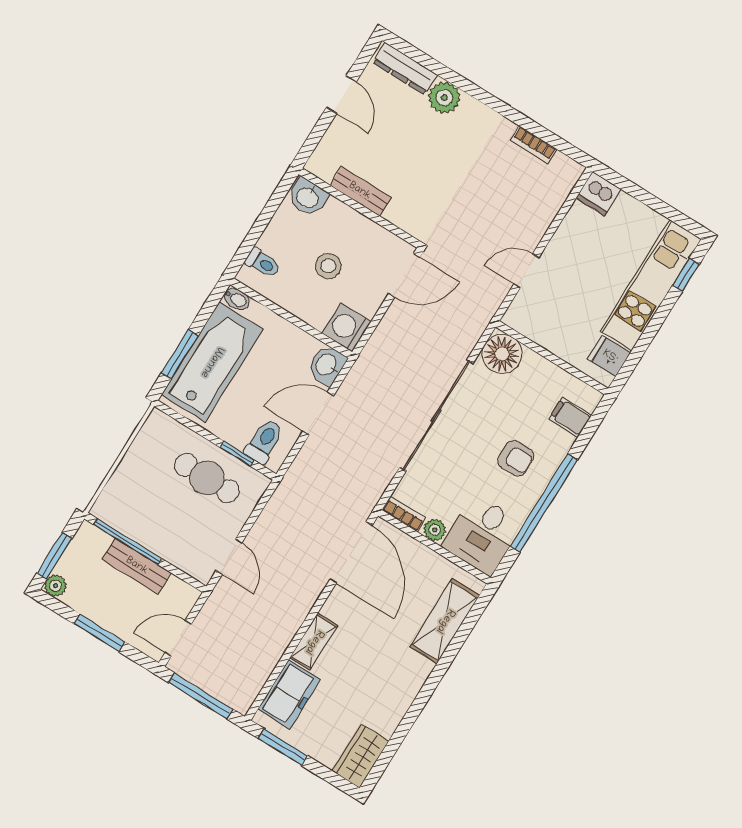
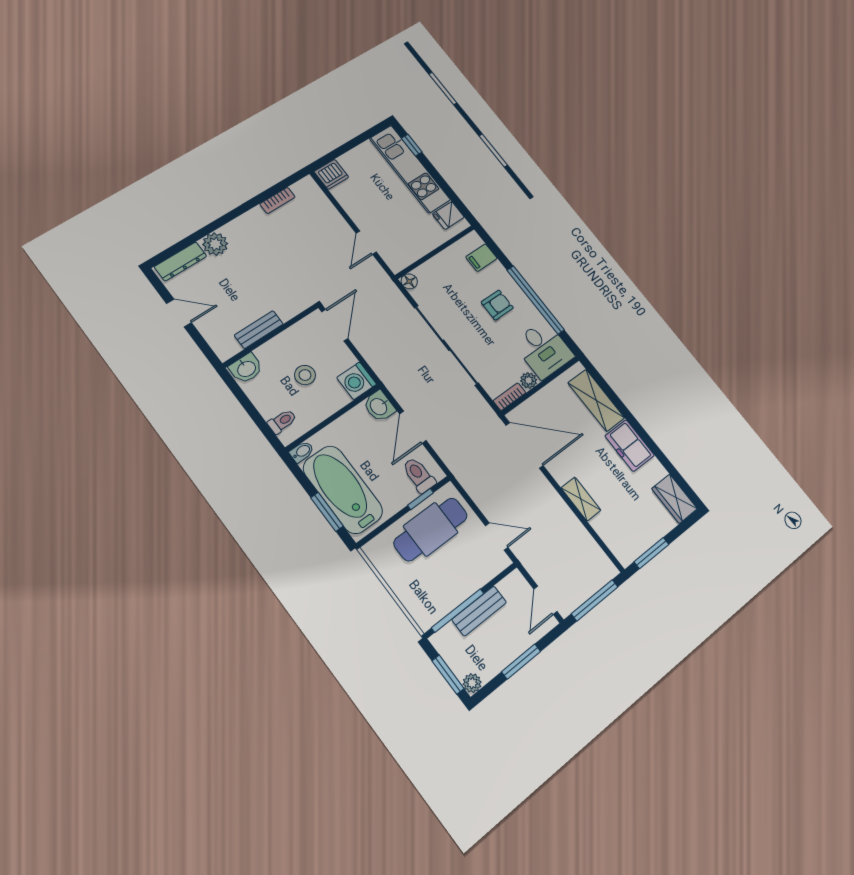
floor lamp: (502, 354) -> (409, 281), width x0.53, depth x0.53
cafe table: (207, 478) -> (431, 529), width x1.37, depth x1.35
freezer: (289, 694) -> (630, 446), moved, turned 180

